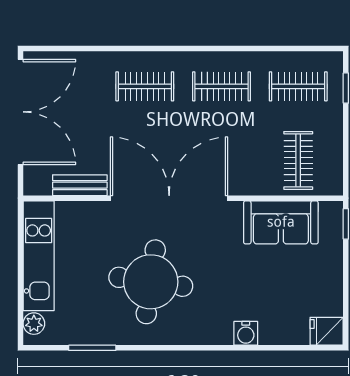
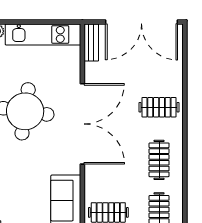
clothes rail: (145, 86) -> (159, 107), turned 90
bench: (80, 185) -> (91, 43), moved

